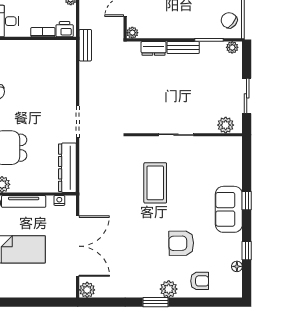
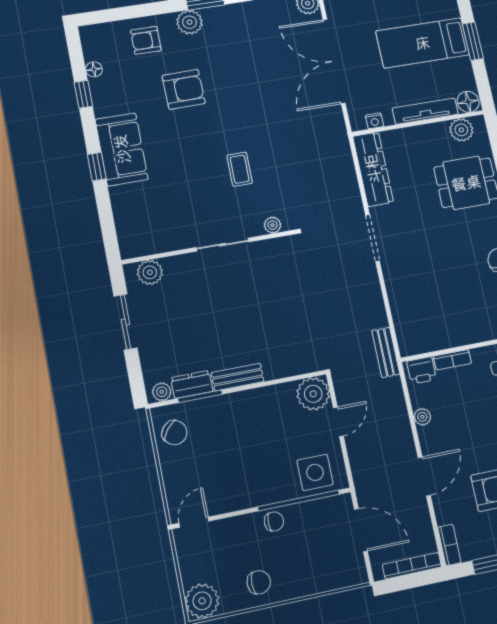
plant: (132, 33) -> (313, 394), width x1.88, depth x1.88
dresser: (154, 48) -> (192, 385), moved
plant: (141, 142) -> (273, 225), added
coffee table: (155, 183) -> (240, 169), width x0.54, depth x0.58

